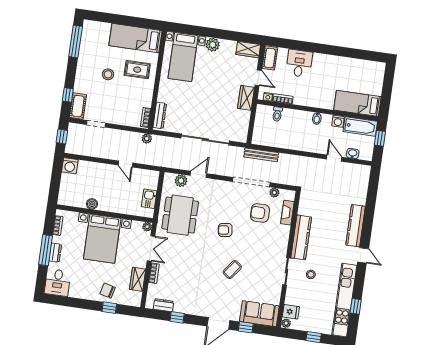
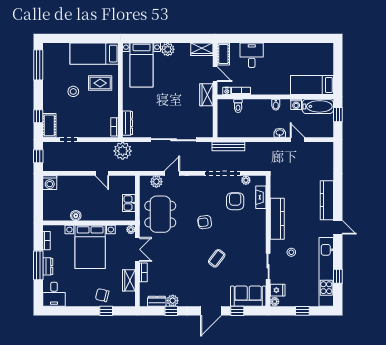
plant: (147, 139) -> (123, 151), width x1.87, depth x1.87
washbasin: (353, 154) -> (280, 133), moved
armchair: (260, 213) -> (235, 201), turned 90
sliding door: (287, 271) -> (268, 266), moved
plant: (180, 307) -> (173, 301), added

